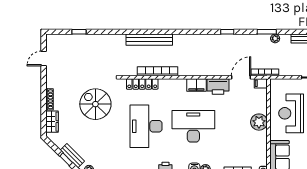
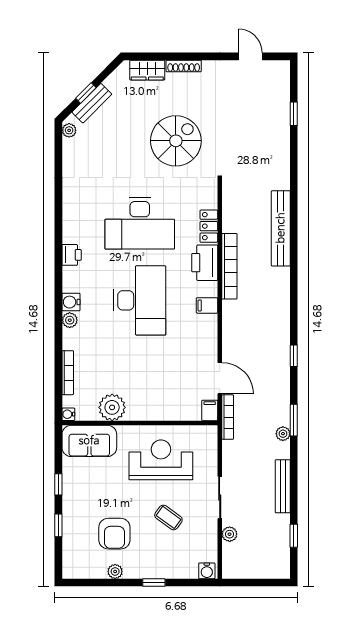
bookcase: (157, 71) -> (229, 266), moved
locker: (142, 84) -> (209, 226), width x0.66
filing cabinet: (196, 85) -> (207, 305), width x0.50
printer: (218, 86) -> (205, 263), moved
plant: (259, 122) -> (112, 407), moved
desk: (146, 126) -> (140, 223), turned 180

